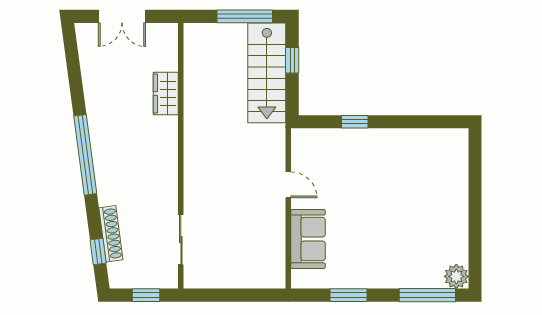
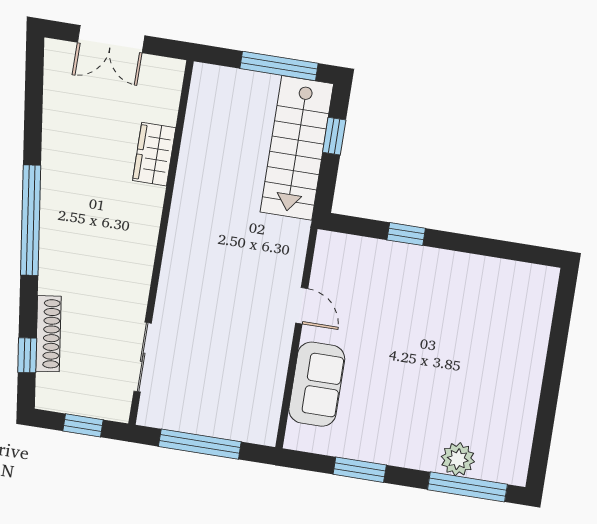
plant: (456, 276) -> (458, 459), moved
window: (231, 295) -> (200, 444), added

